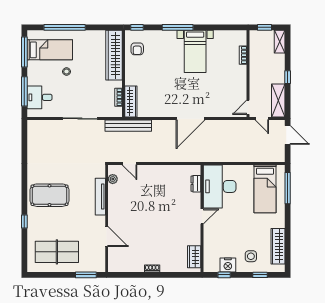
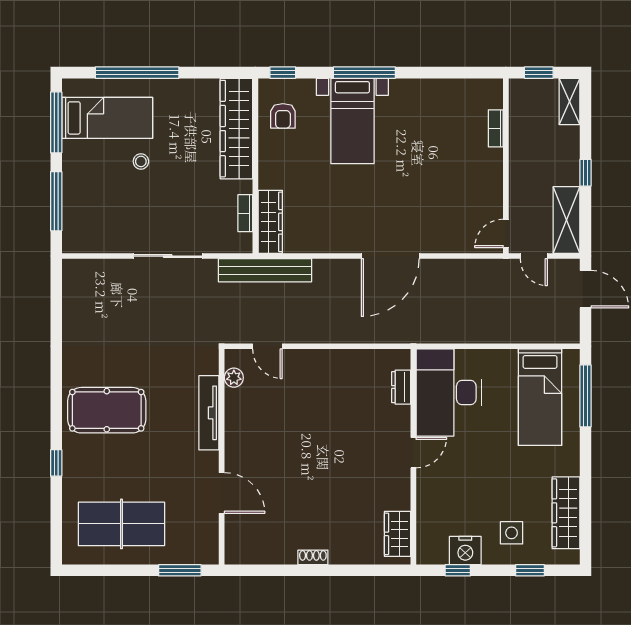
bed with nightstands: (195, 51) -> (352, 121), moved
desk: (40, 97) -> (87, 213), removed

